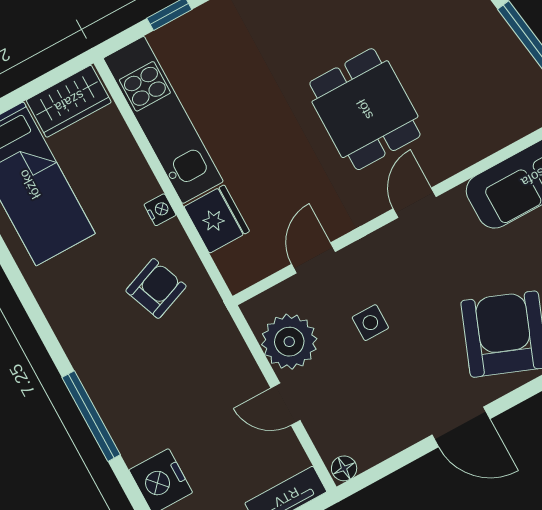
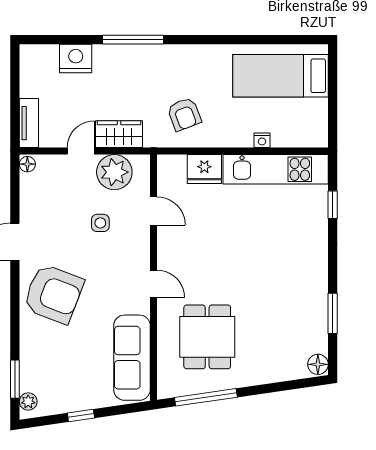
wardrobe: (69, 101) -> (119, 134), moved, turned 90
dining table: (365, 109) -> (207, 337), moved, turned 90
nightstand: (160, 210) -> (262, 140), moved

